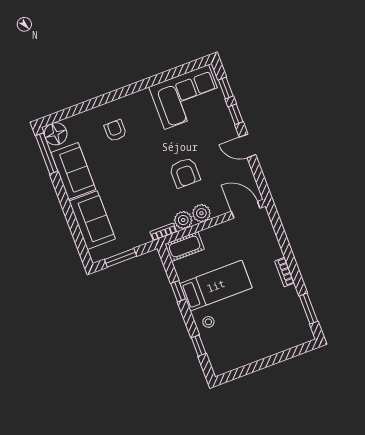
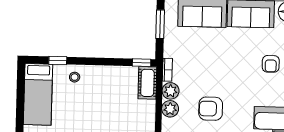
armchair: (115, 131) -> (271, 64), turned 90
bed: (216, 286) -> (38, 94), moved
window: (178, 291) -> (142, 63), moved

